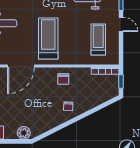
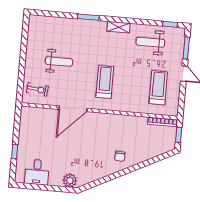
treadmill: (48, 39) -> (105, 82), width x0.73, depth x0.73
chair: (63, 79) -> (117, 127), removed

